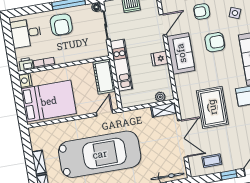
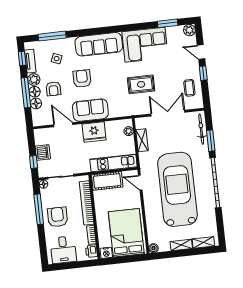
armchair: (61, 25) -> (58, 217), turned -90
bookcase: (79, 56) -> (87, 203), added
fridge: (160, 59) -> (94, 132), width x1.88, depth x1.34
kitchen unit: (121, 65) -> (113, 163), moved
rug: (212, 107) -> (141, 84), width x0.73, depth x0.70
shelving: (164, 110) -> (142, 140), moved
boiler: (34, 132) -> (153, 248), added

